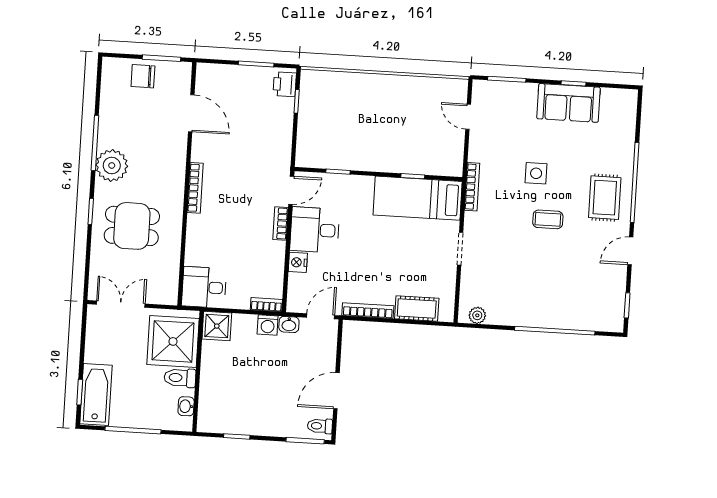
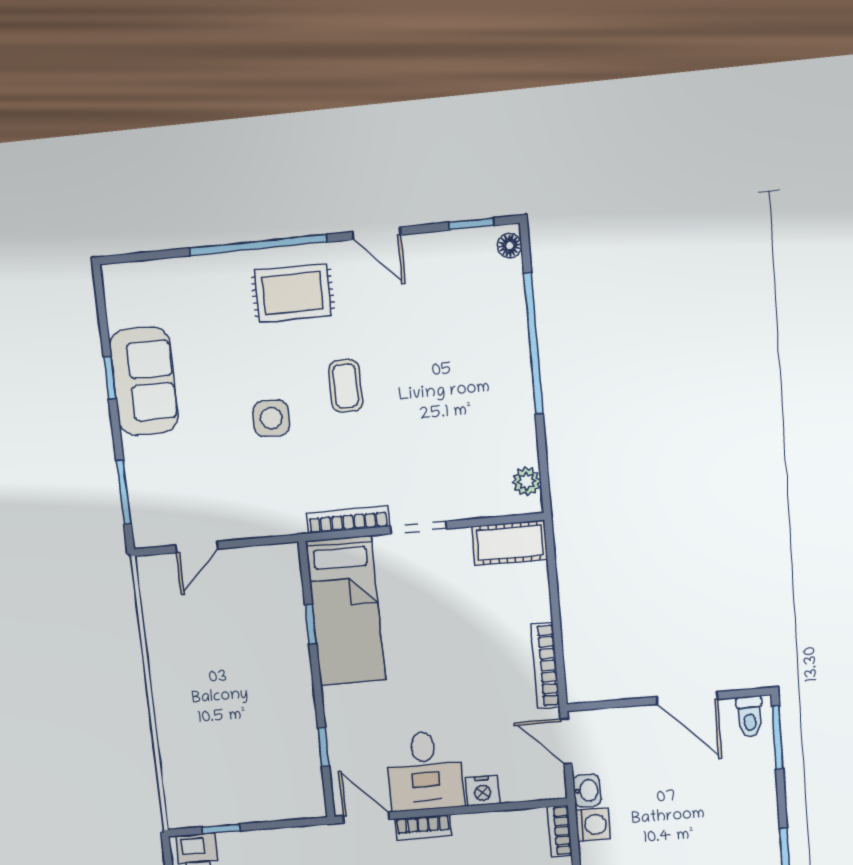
bookcase: (472, 187) -> (348, 520), moved
cot: (417, 309) -> (510, 543), moved, turned 90
floor lamp: (612, 325) -> (510, 246), added

